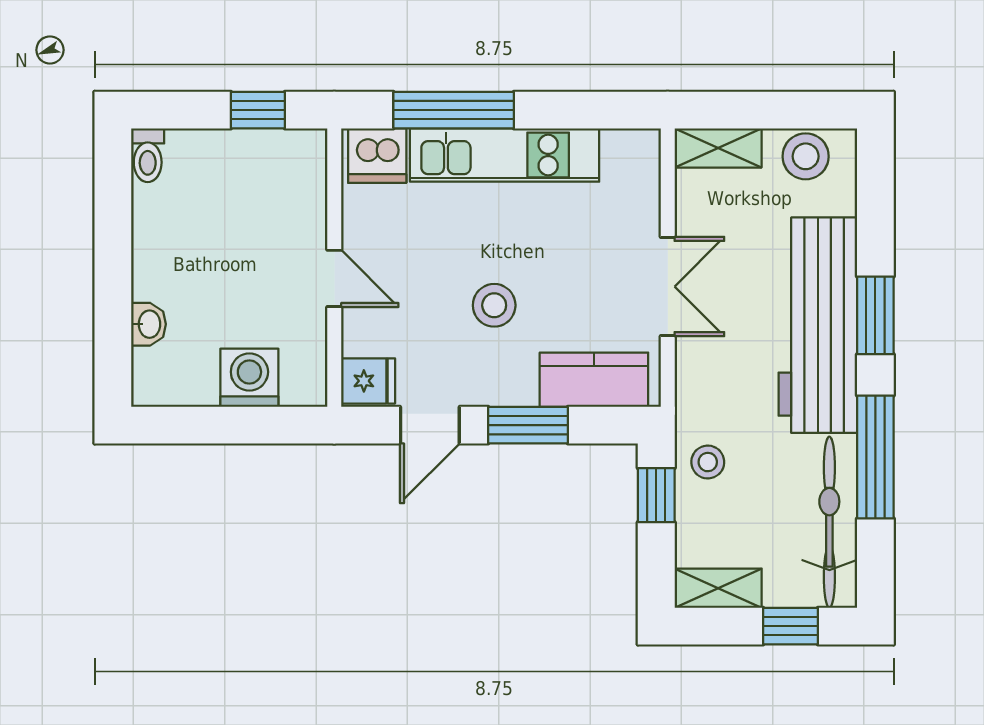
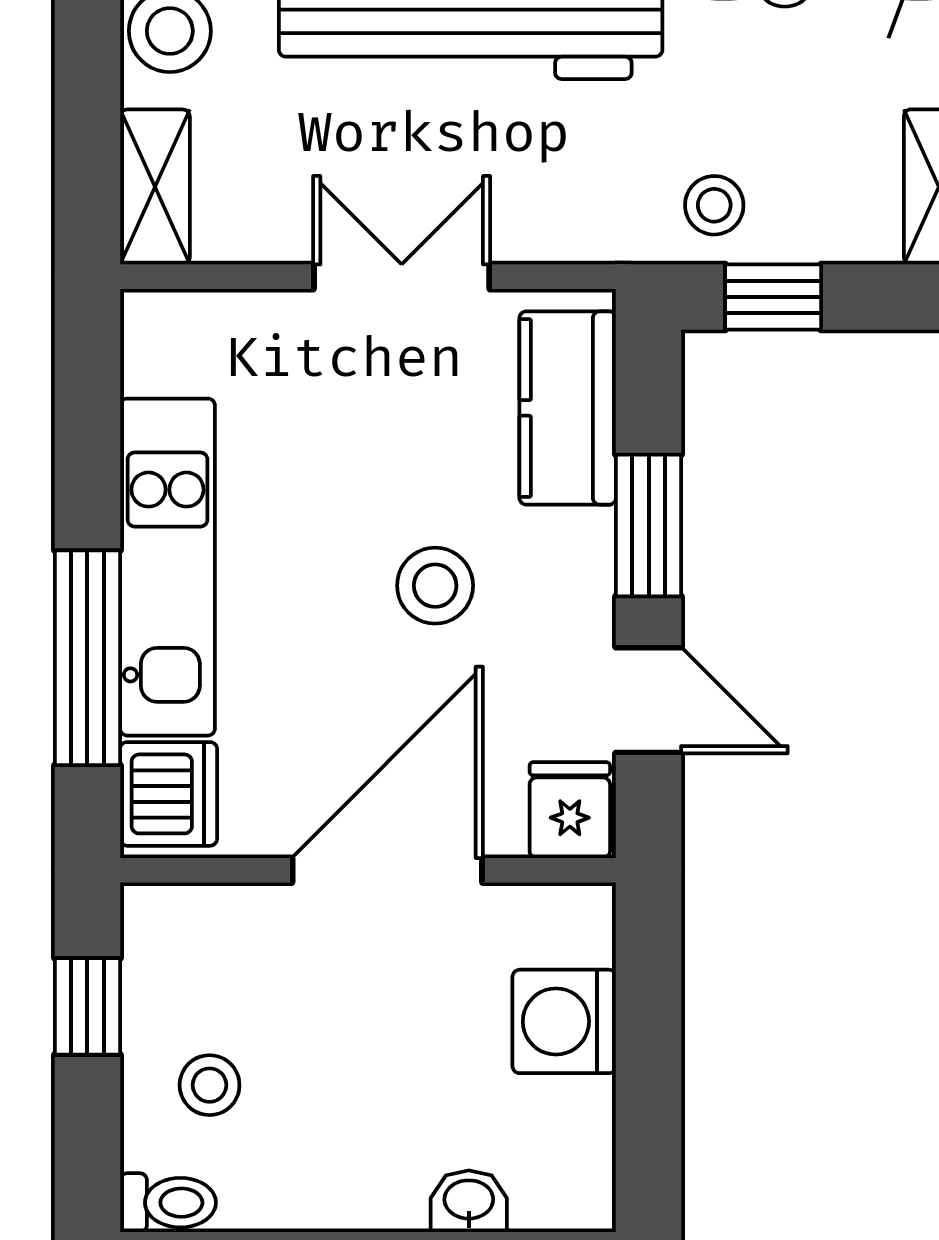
stool: (214, 179) -> (210, 1085), added
door: (334, 278) -> (387, 870), width x1.88

